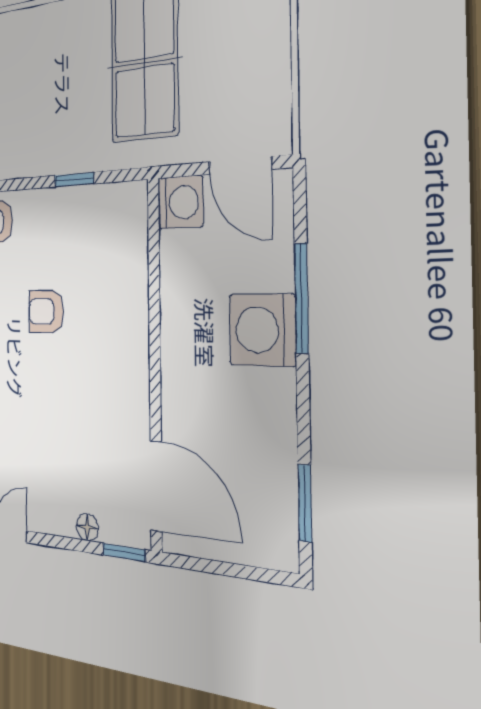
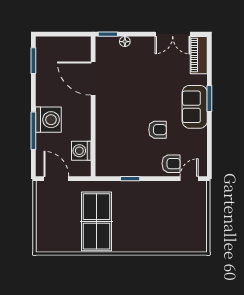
washing machine: (180, 202) -> (81, 151), moved
armchair: (46, 311) -> (157, 130), moved
door: (156, 486) -> (93, 79), moved

